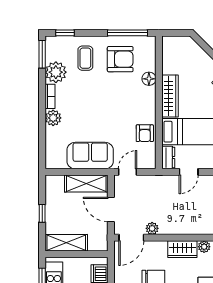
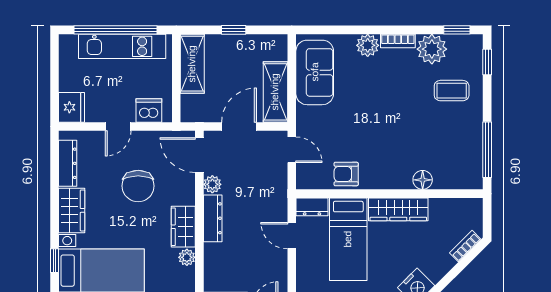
bookcase: (196, 48) -> (465, 246), added
window: (42, 54) -> (457, 30), width x0.67
armchair: (120, 59) -> (450, 140), removed
sofa: (90, 156) -> (315, 72), moved
dresser: (176, 228) -> (213, 218), added

